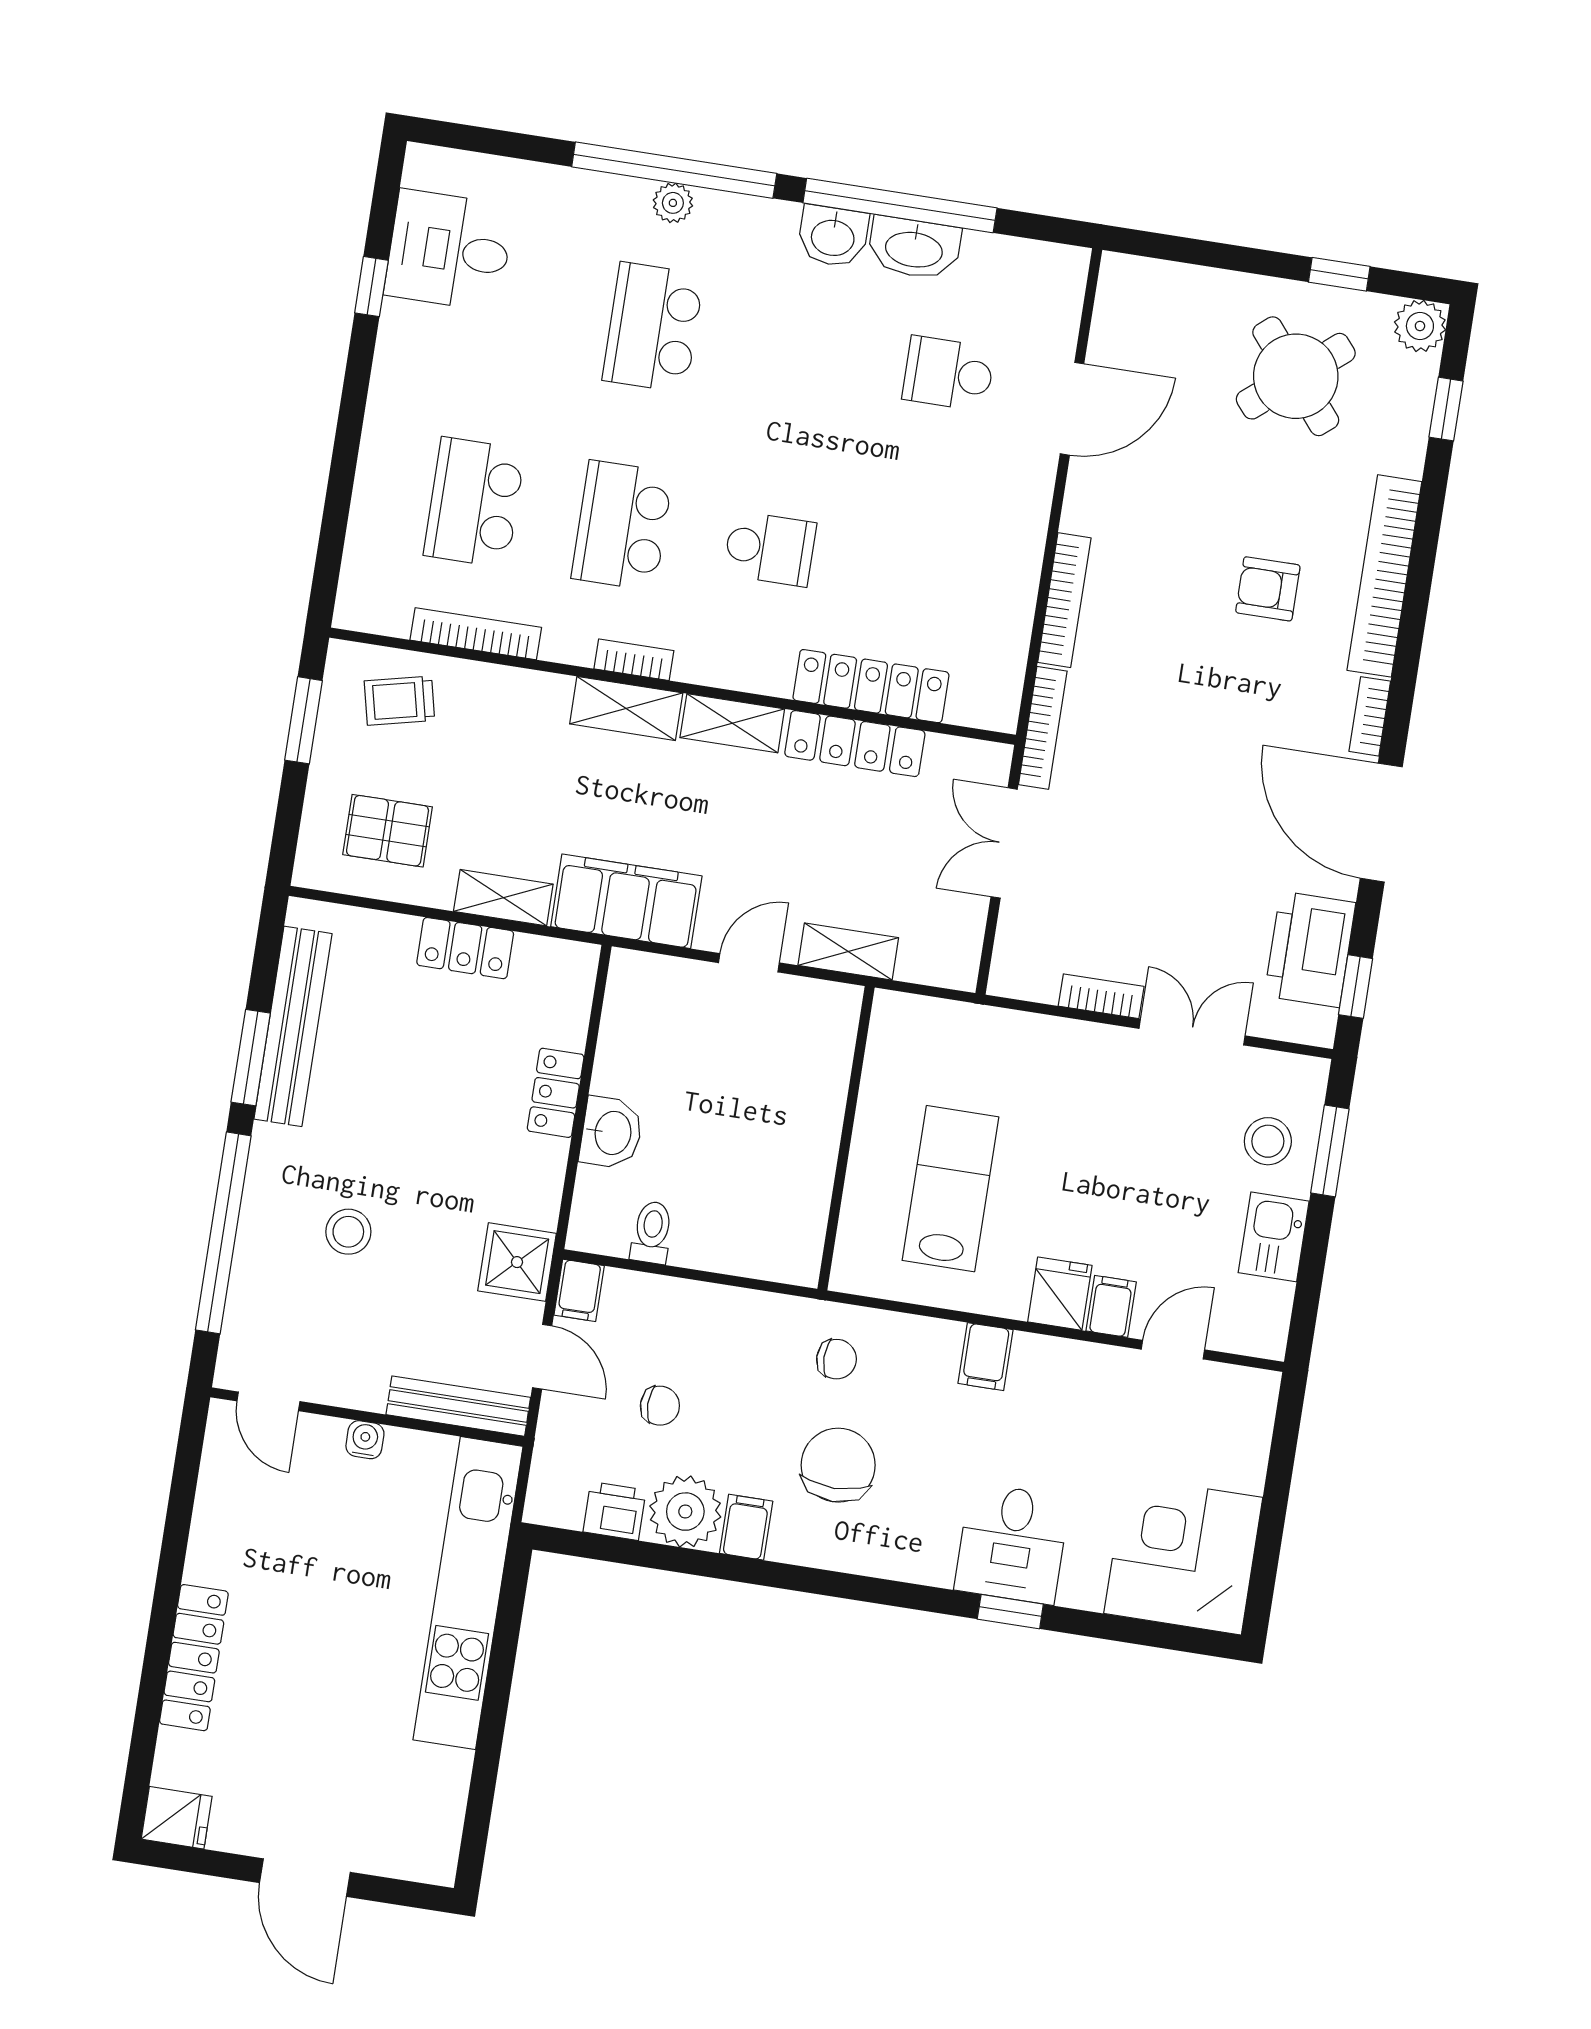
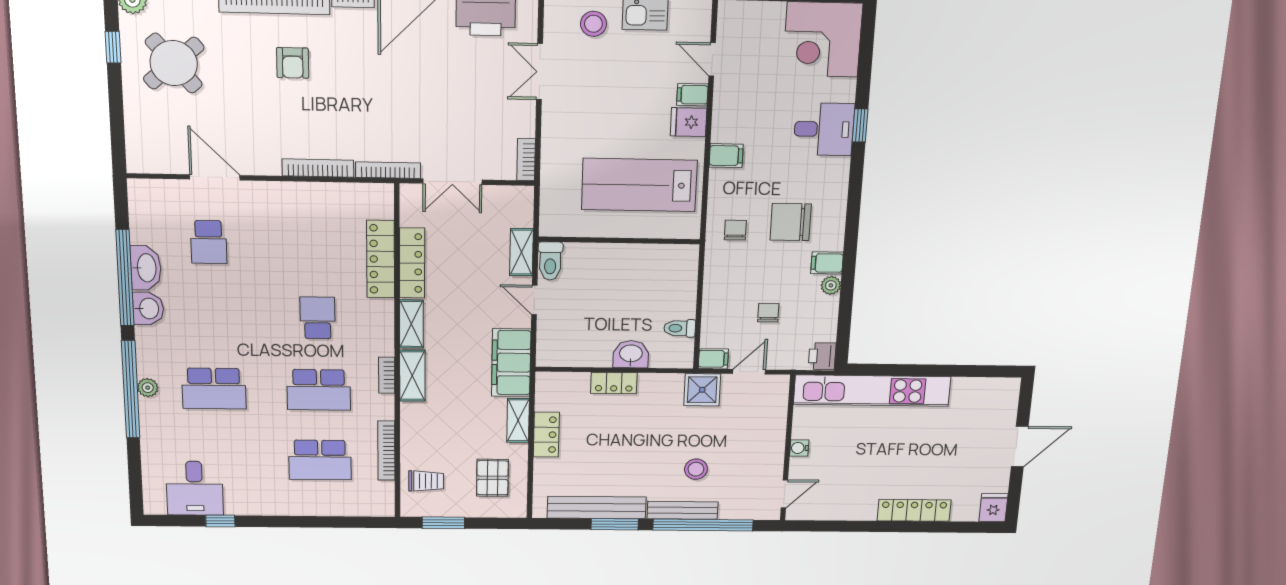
trolley: (399, 701) -> (426, 481), turned -77
bookcase: (1101, 996) -> (526, 160), moved
toilet: (823, 1003) -> (550, 261), added
lab bench: (950, 1189) -> (639, 185), width x1.36, depth x1.39
bench: (458, 1406) -> (683, 510), moved, turned 90
printer: (615, 1511) -> (822, 356), moved
plant: (685, 1512) -> (831, 285), width x0.53, depth x0.53

